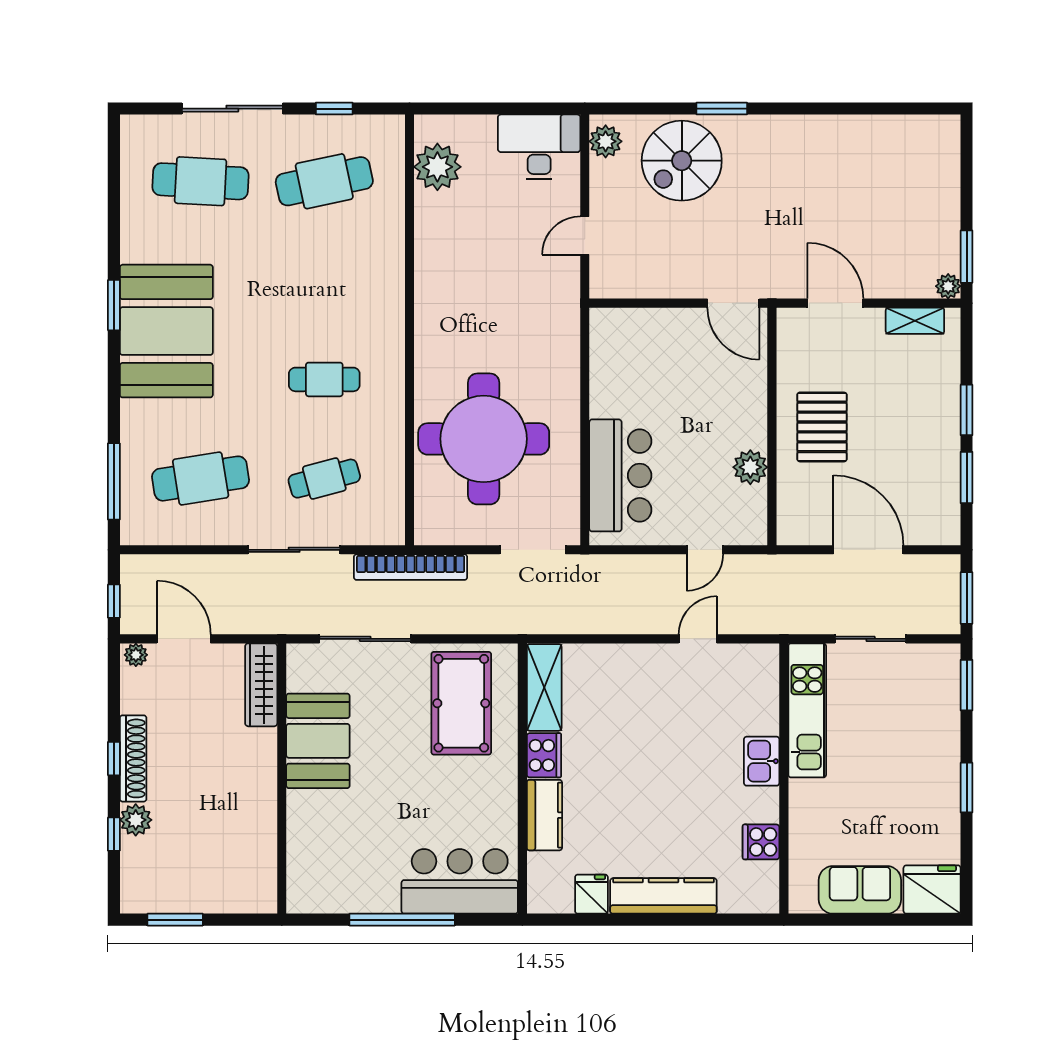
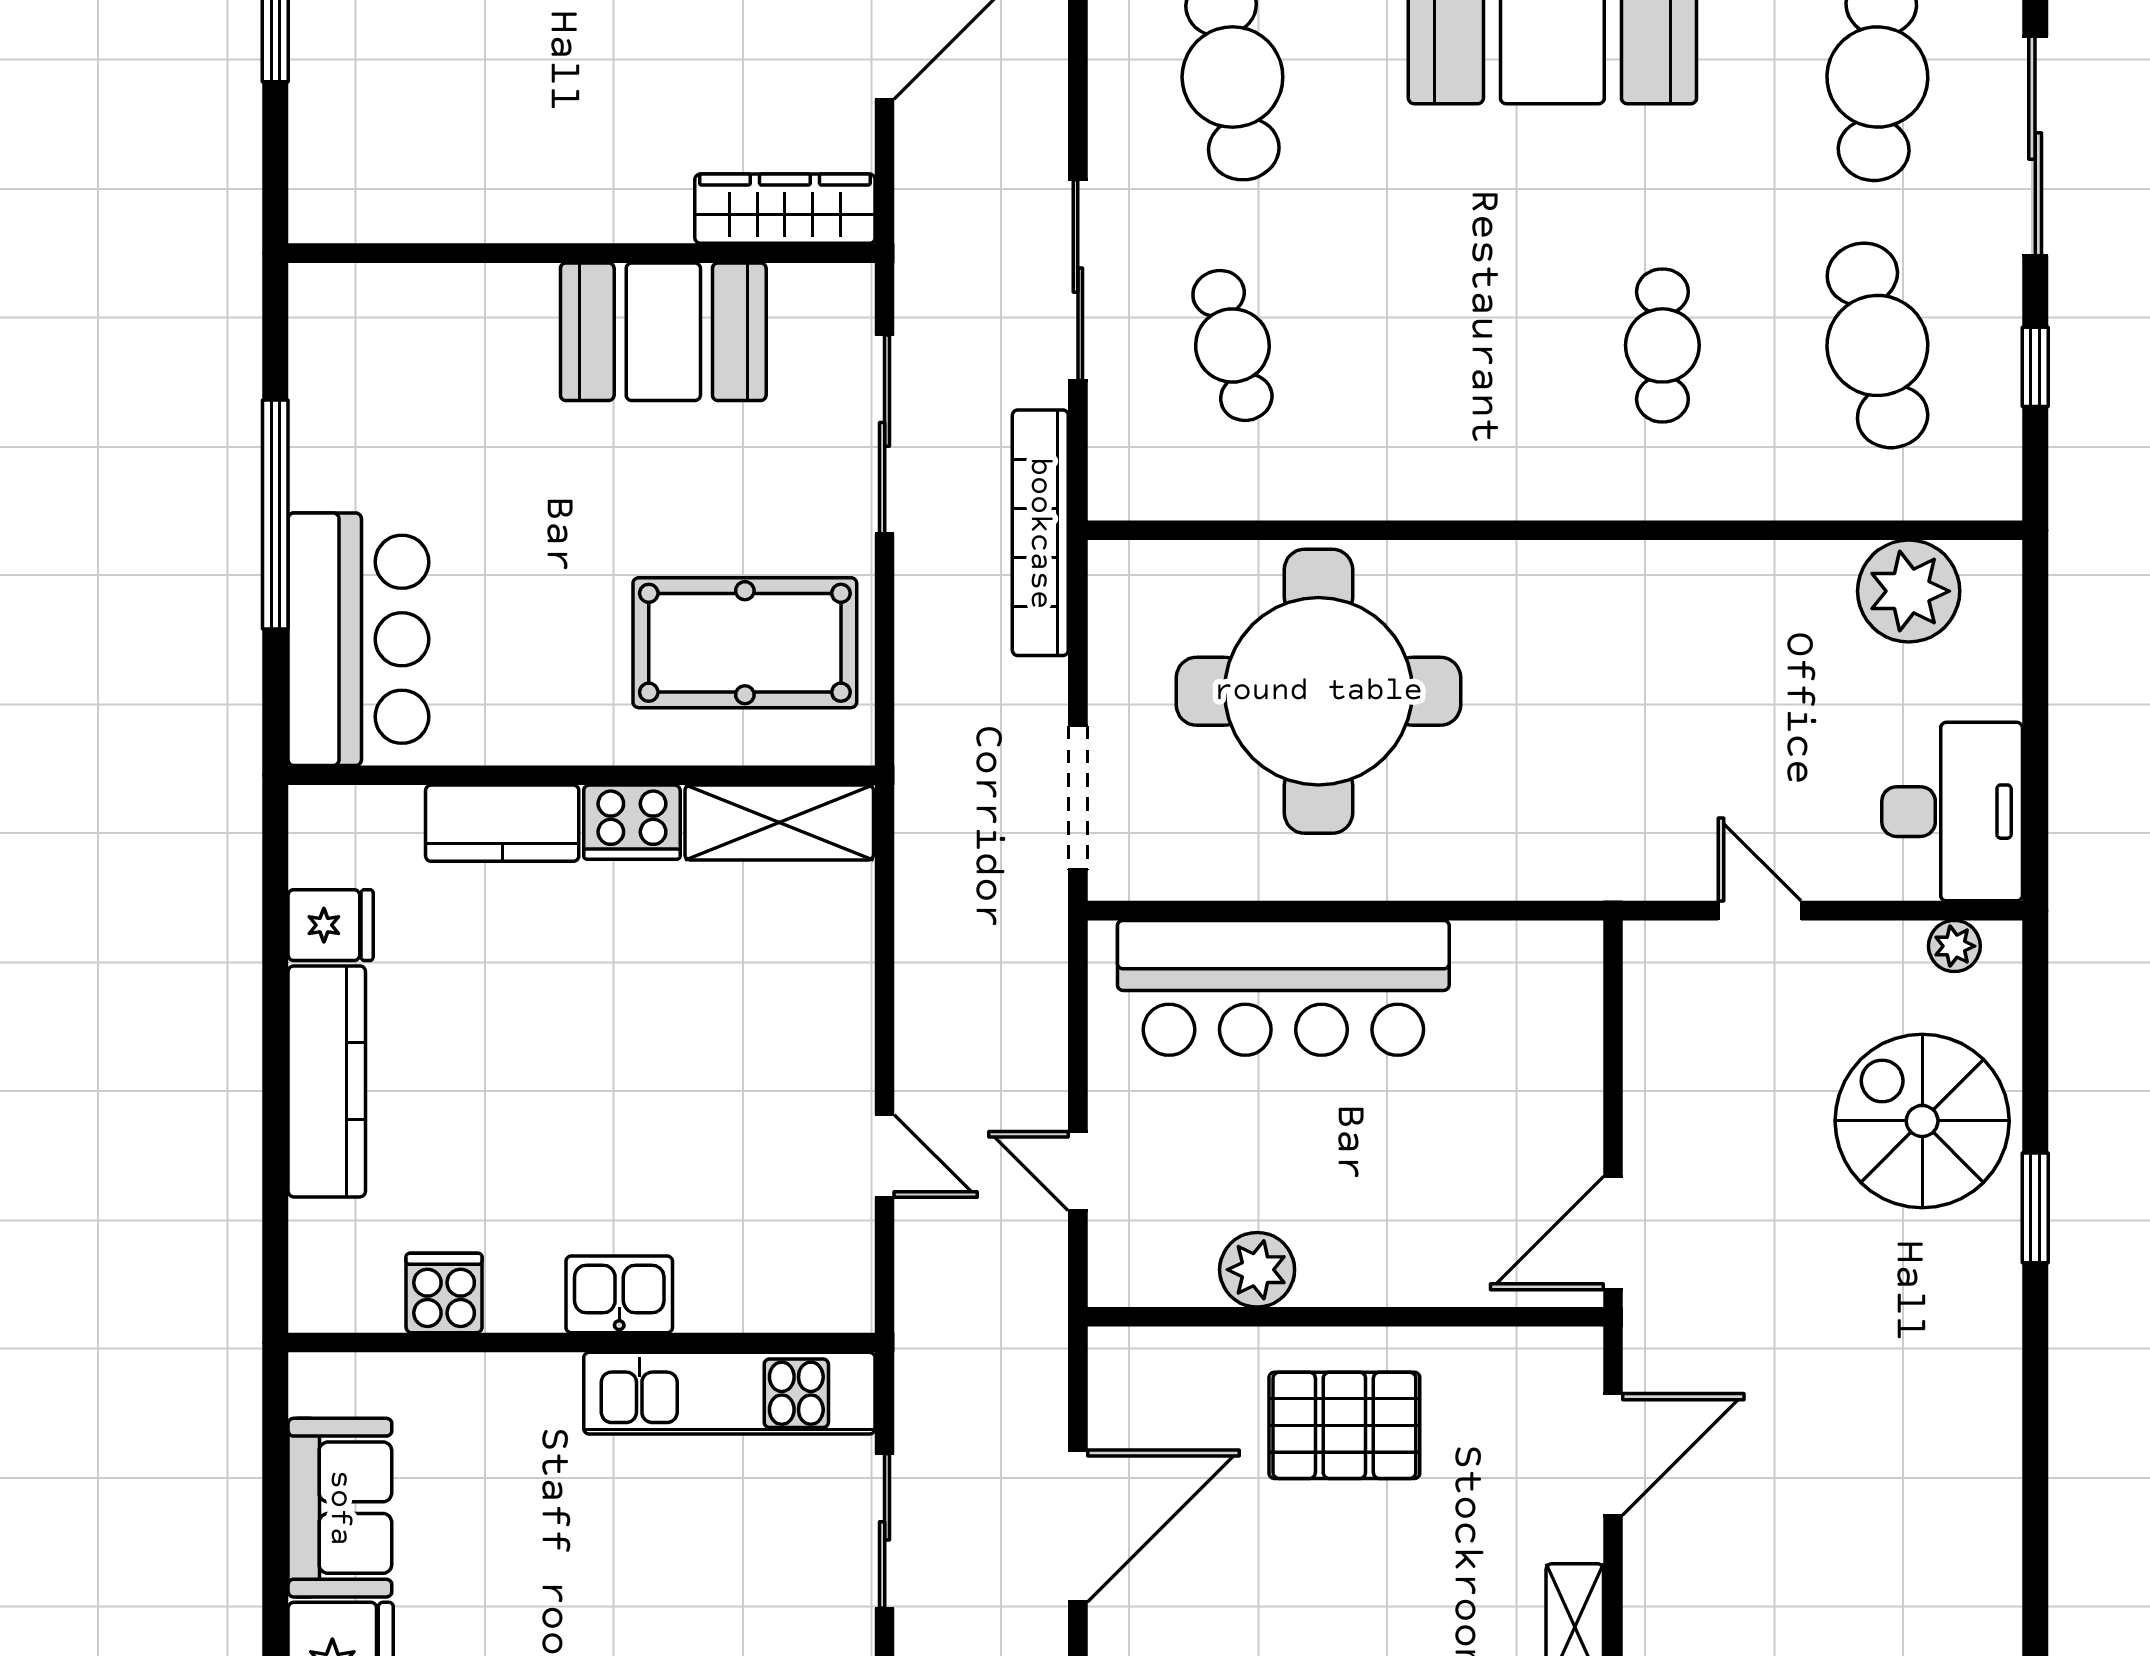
plant: (606, 141) -> (1954, 946), width x0.73, depth x0.73
cafe table: (324, 379) -> (1662, 345), moved
bar counter: (620, 475) -> (1283, 988), width x1.36

